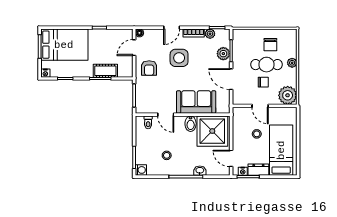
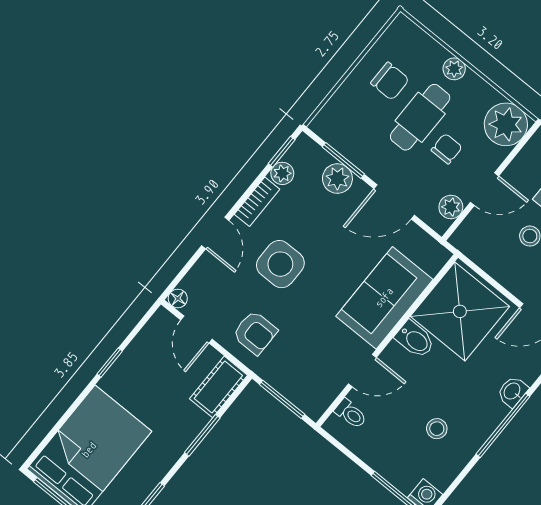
cot: (105, 71) -> (218, 387), moved
plant: (245, 99) -> (451, 207), added

